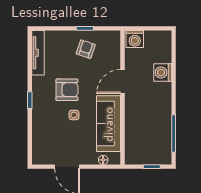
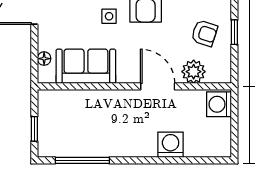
plant: (112, 57) -> (194, 72), added
sofa: (109, 124) -> (86, 66), width x0.73

